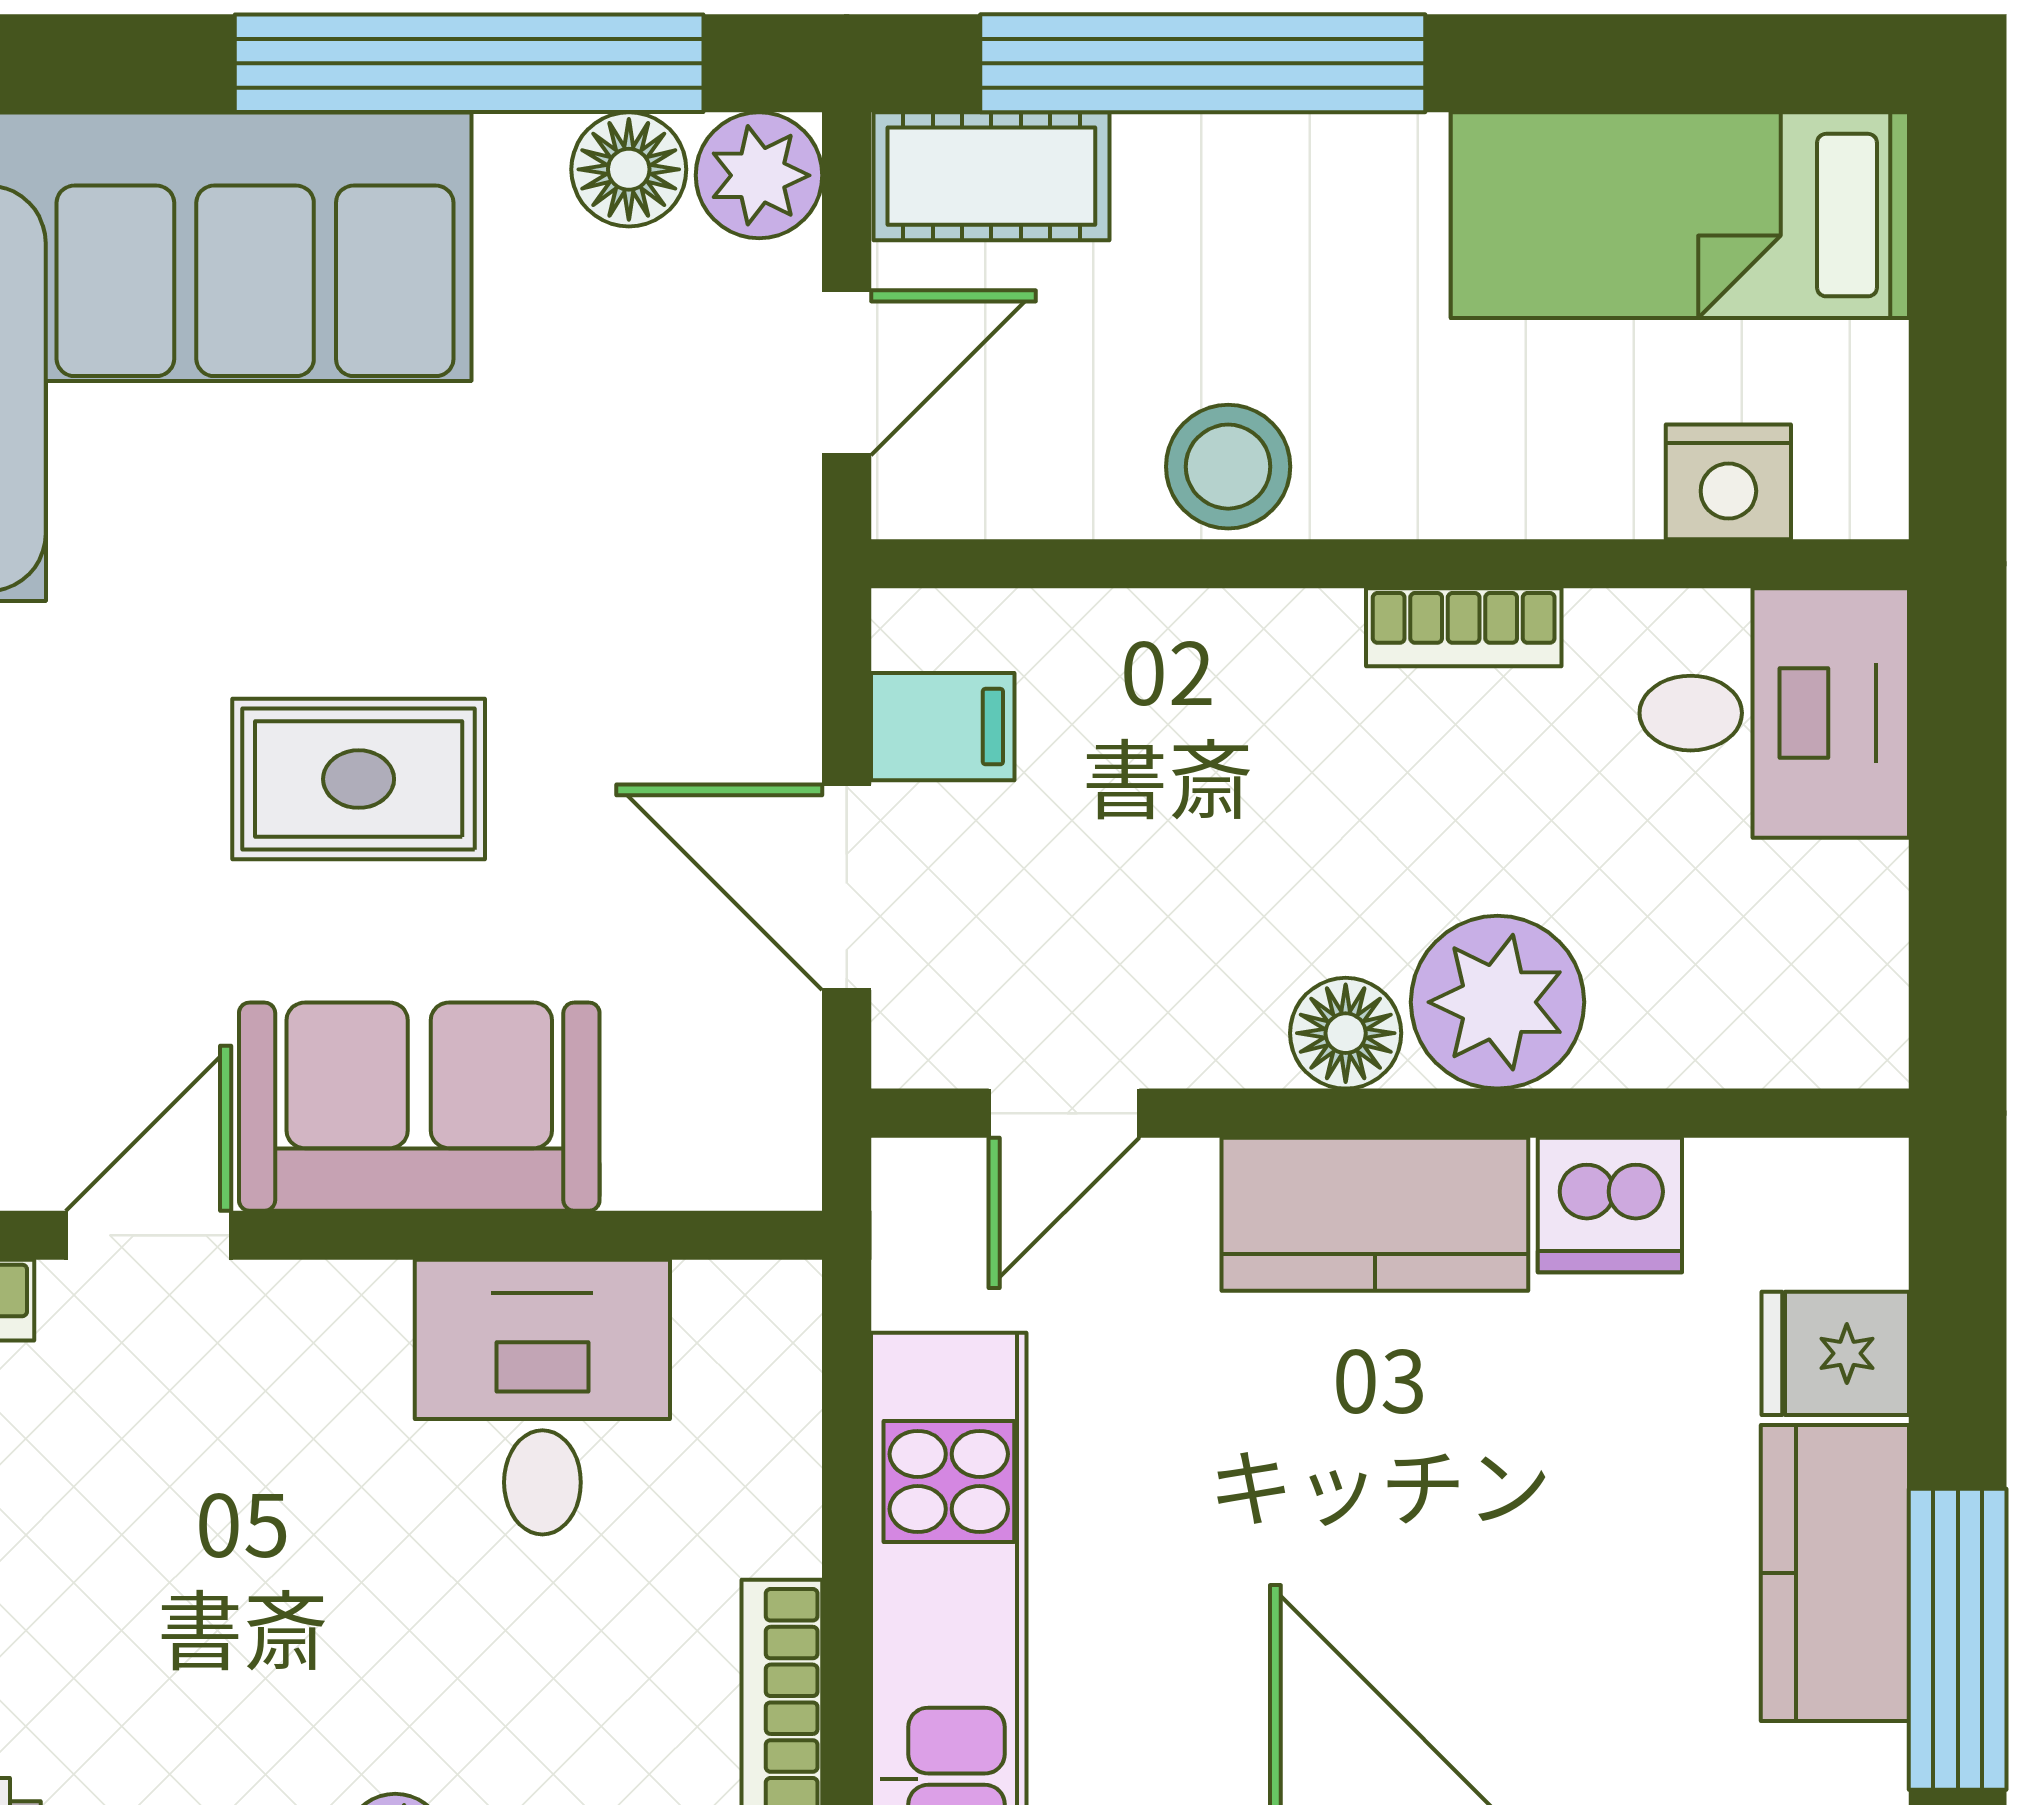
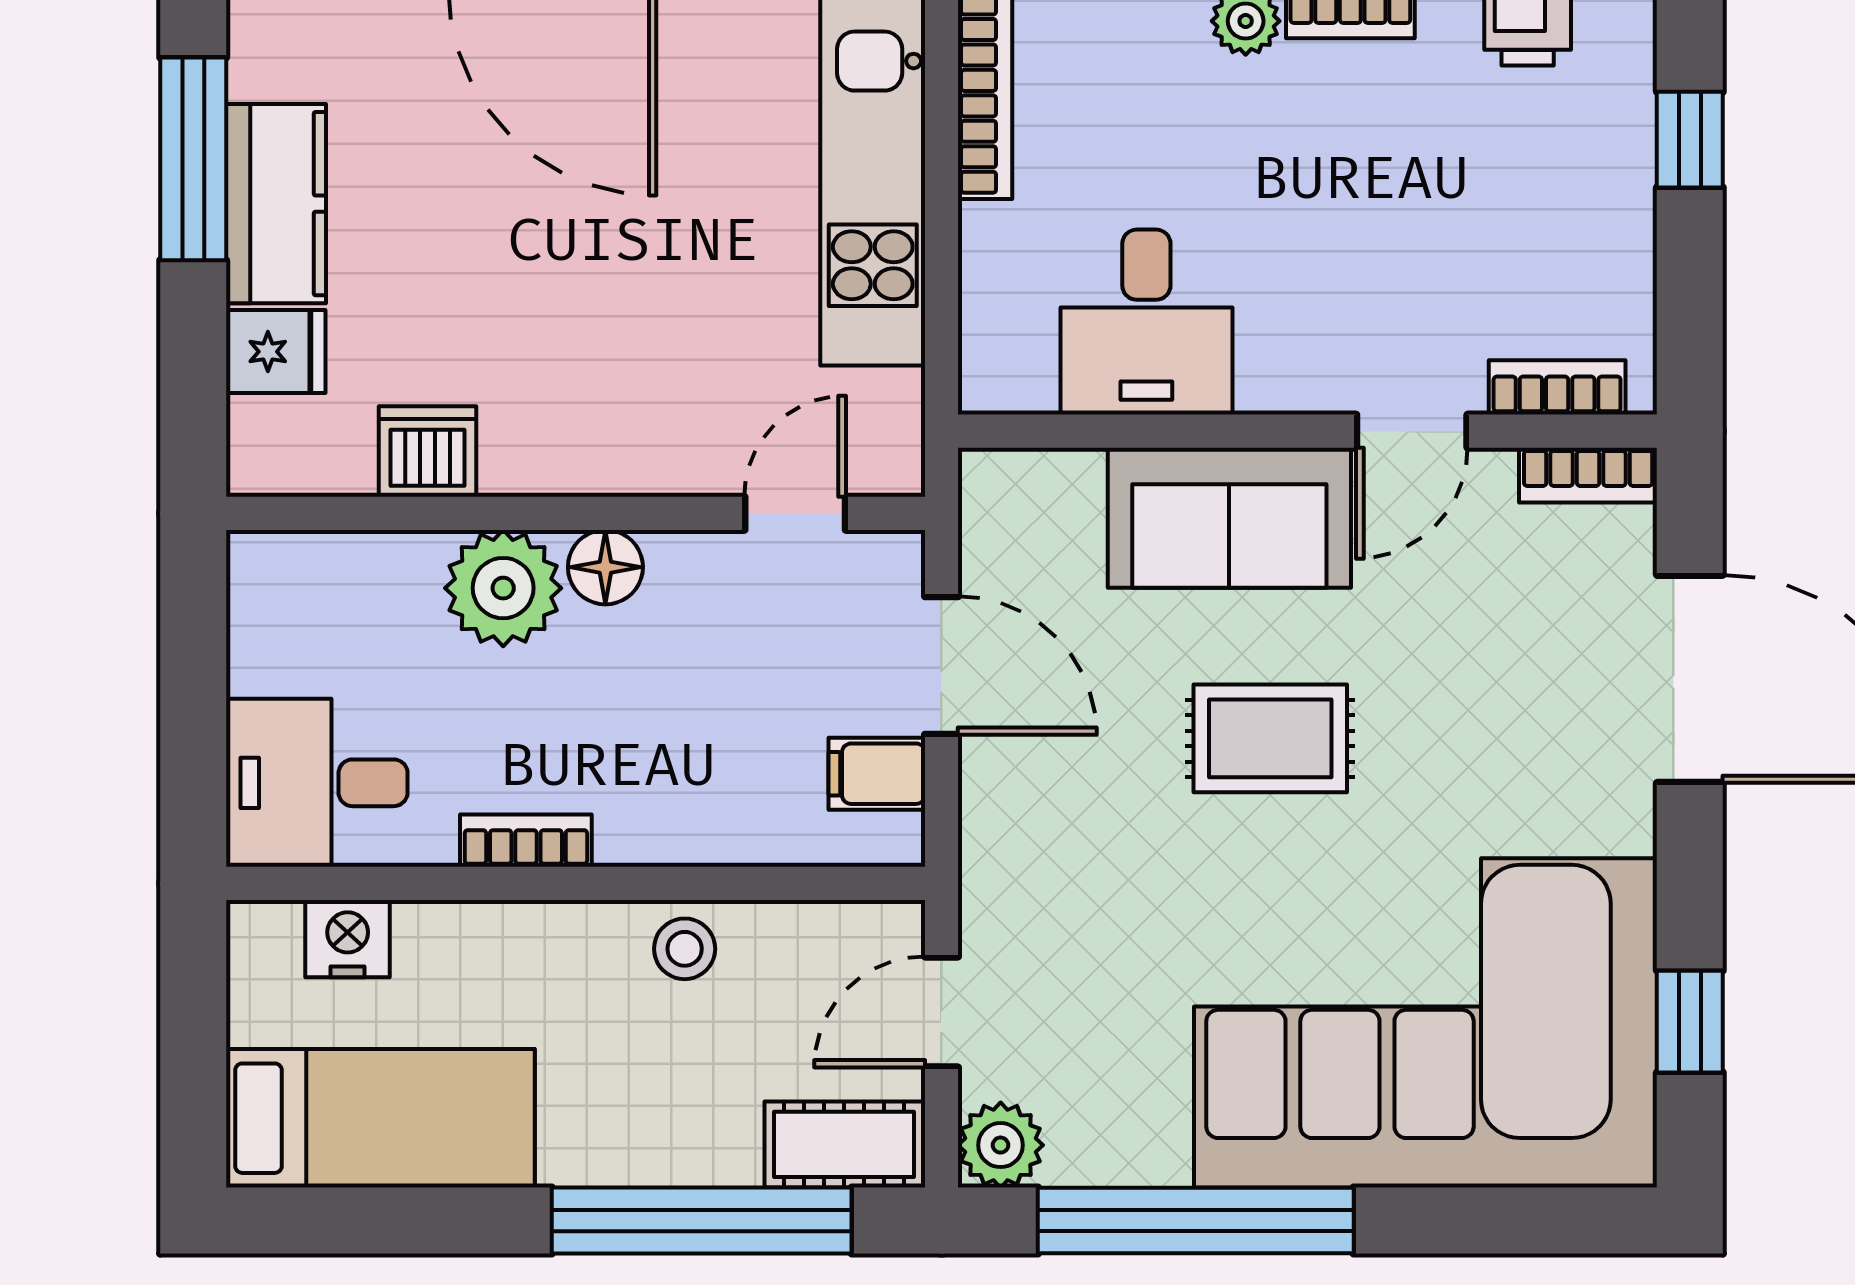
floor lamp: (629, 169) -> (1088, 1149), removed
stool: (1228, 467) -> (685, 949), width x0.73, depth x0.73
kitchen counter: (1375, 1214) -> (586, 445), removed

